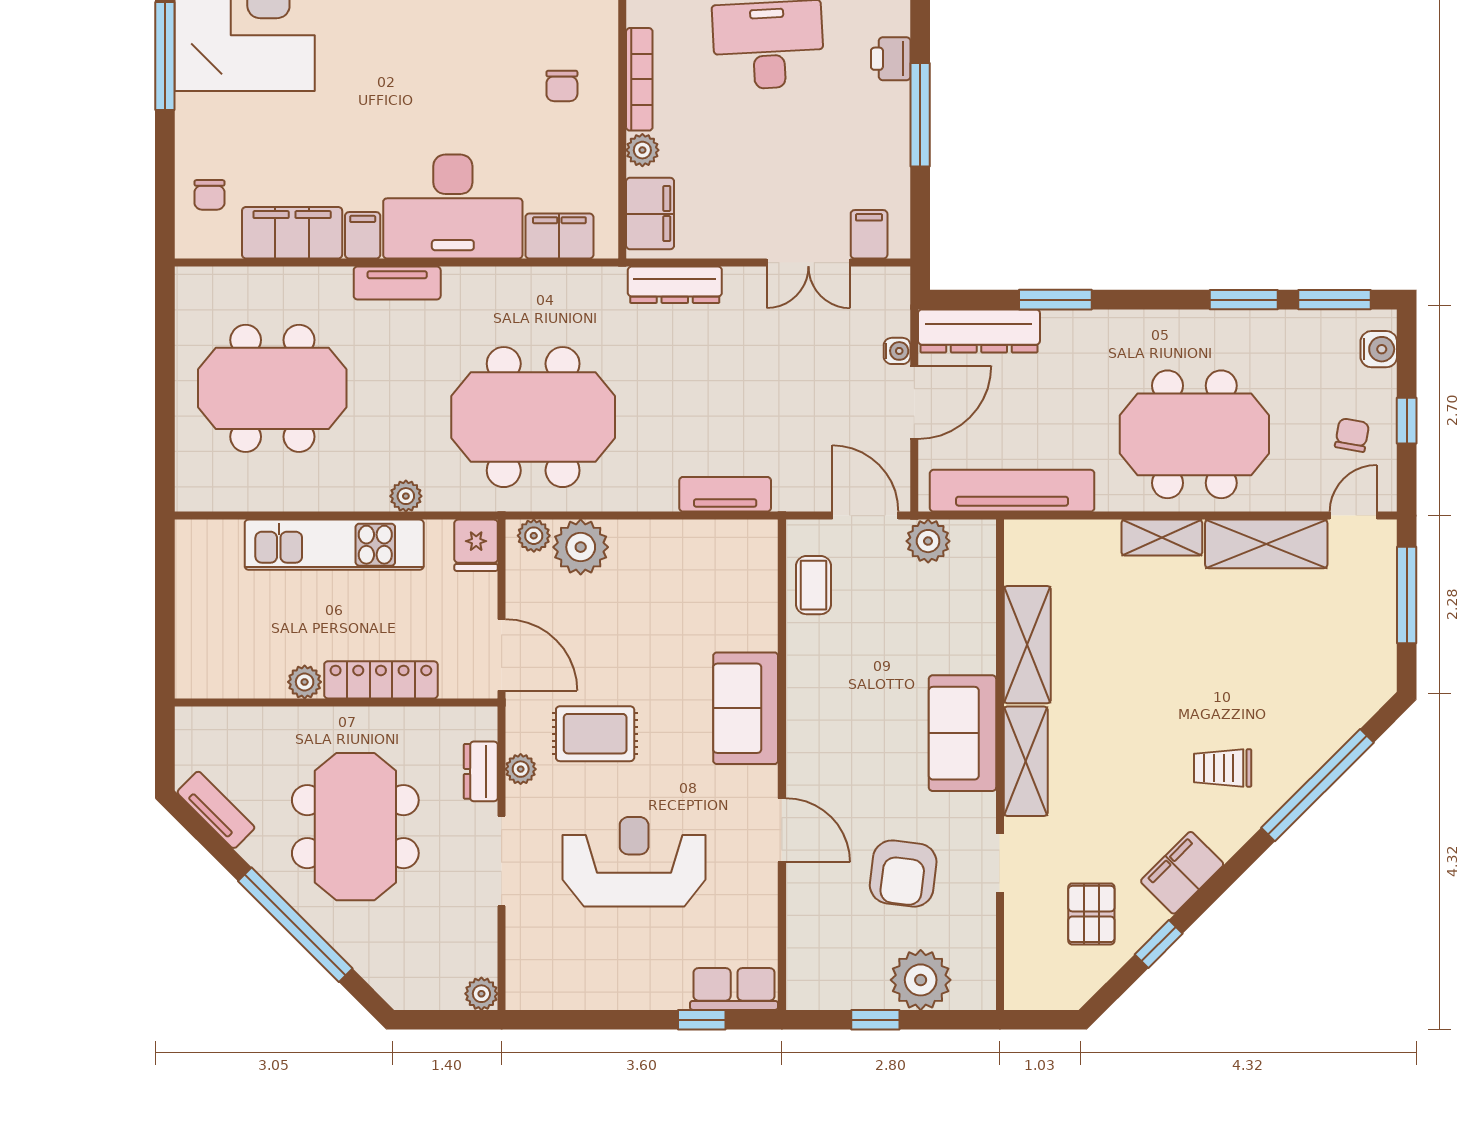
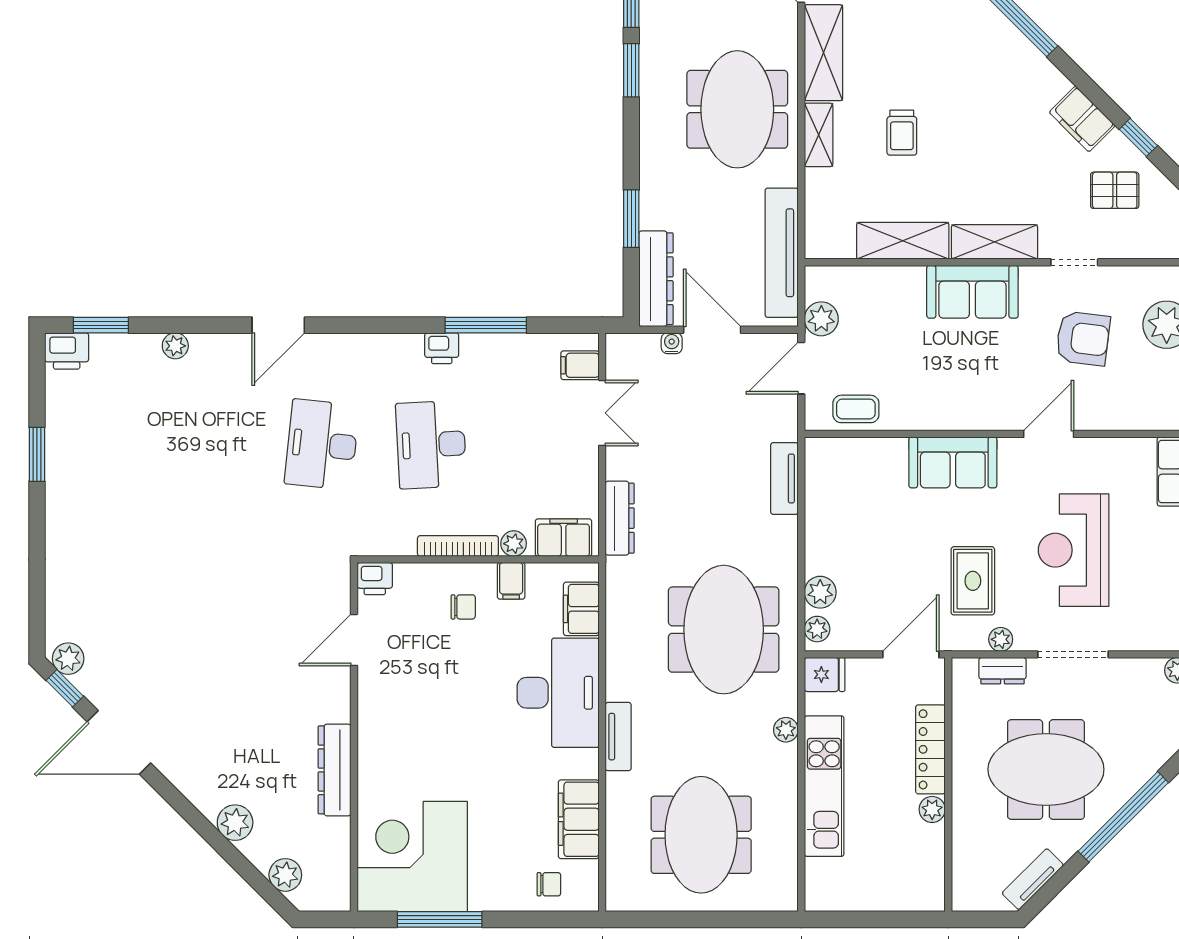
filing cabinet: (363, 235) -> (511, 581), moved, turned -90
plant: (581, 547) -> (820, 592), width x0.73, depth x0.73
trolley: (1223, 768) -> (902, 133), moved

